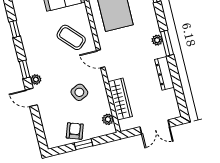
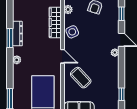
window: (167, 43) -> (10, 38), moved
window: (25, 69) -> (121, 14), moved
side table: (79, 92) -> (72, 32), moved

